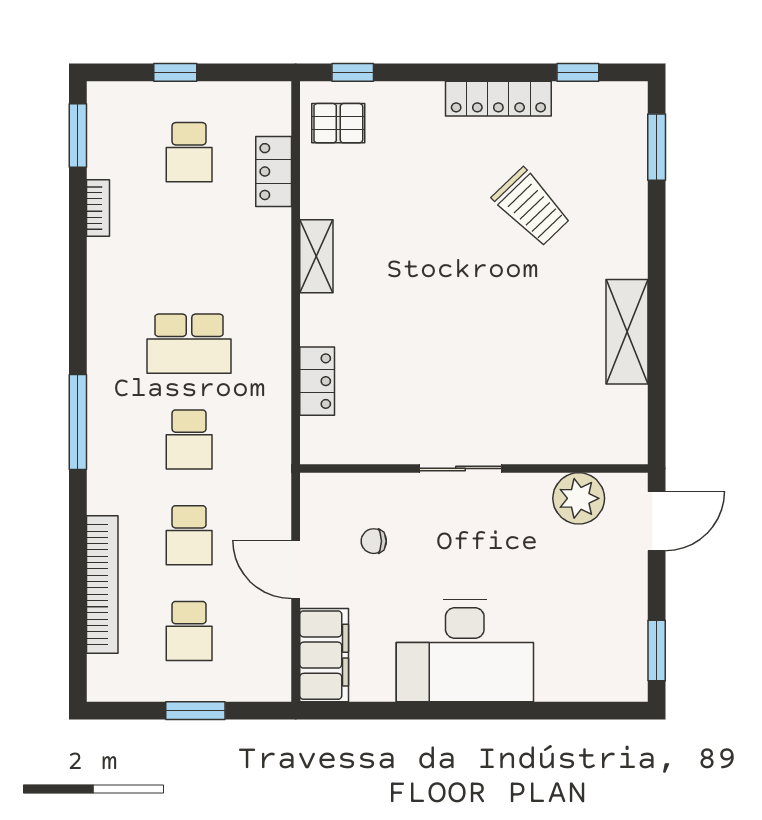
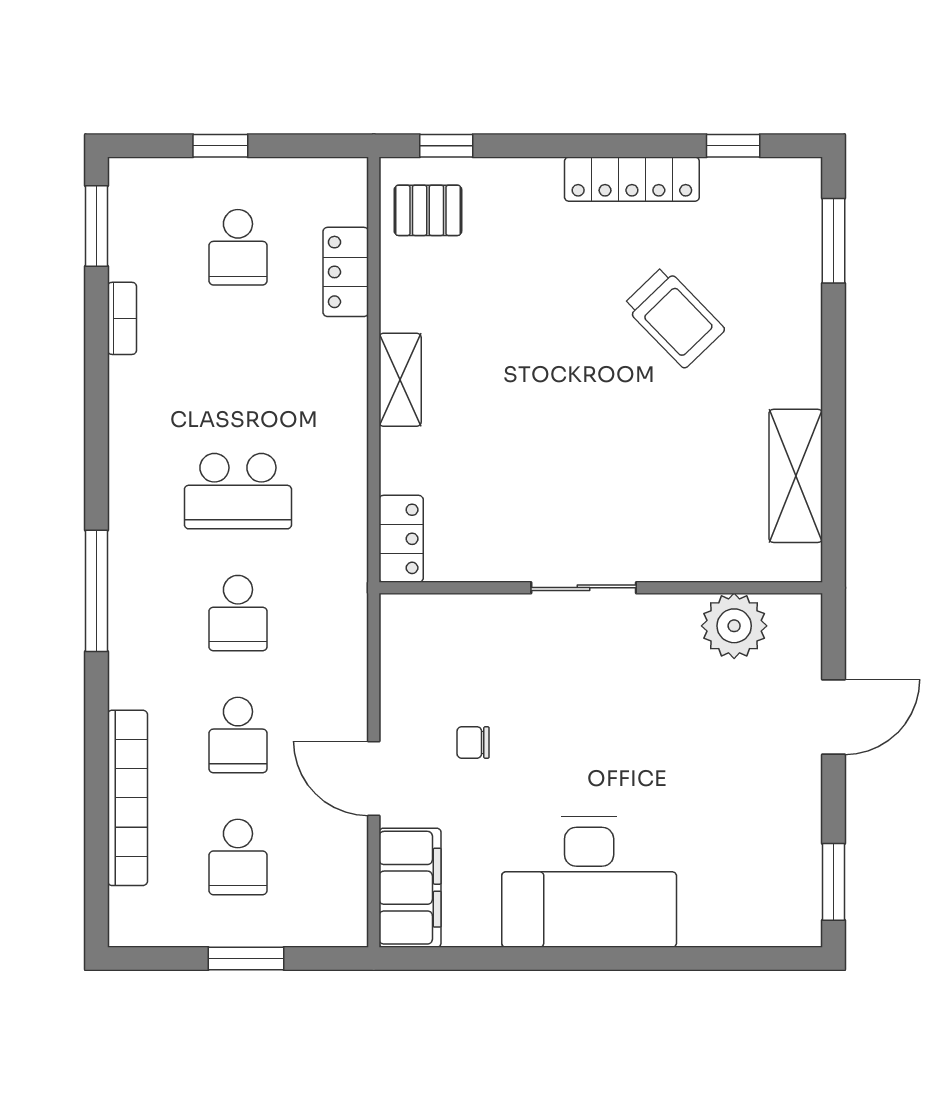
sliding door: (460, 468) -> (584, 588), moved
wall: (474, 468) -> (601, 588), moved
plant: (579, 498) -> (734, 626), moved

